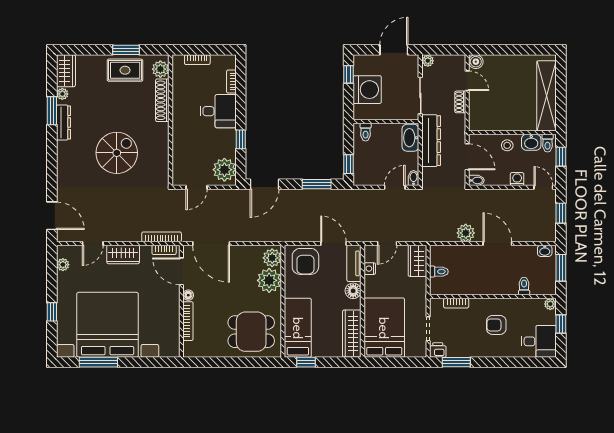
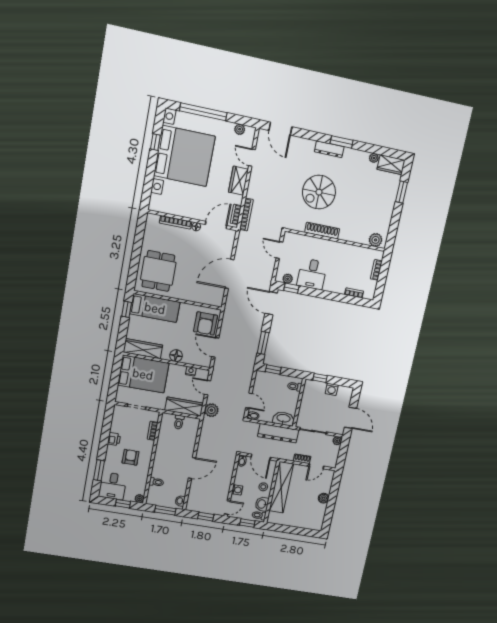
window: (126, 50) -> (401, 192), moved
boiler: (476, 62) -> (324, 498), moved
rug: (125, 70) -> (381, 212), removed
window: (348, 74) -> (320, 378), moved
washing machine: (367, 90) -> (332, 389), width x0.53, depth x0.53
shelving: (547, 96) -> (281, 487), moved, turned 90
shoe rack: (162, 100) -> (322, 231), moved
window: (52, 111) -> (342, 142), moved
desk: (218, 111) -> (312, 274), moved
dresser: (63, 123) -> (329, 149), moved
window: (241, 139) -> (291, 288), moved
spiral stairs: (117, 153) -> (319, 192), turned 90
door: (467, 157) -> (261, 457), hinge flipped
plant: (224, 170) -> (288, 279), width x0.53, depth x0.53
door: (52, 216) -> (280, 129), hinge flipped
plant: (466, 233) -> (211, 410), moved
door: (211, 243) -> (229, 274), moved
door: (333, 243) -> (215, 347), swing flipped
plant: (272, 258) -> (213, 298), removed
armchair: (305, 261) -> (206, 323), turned -90
wardrobe: (417, 261) -> (184, 407), width x1.50
tv unit: (354, 263) -> (197, 360), removed
plant: (269, 280) -> (196, 293), removed
window: (52, 312) -> (203, 112), width x3.17
printer: (438, 350) -> (114, 439), moved
window: (98, 362) -> (155, 142), width x0.46
window: (456, 362) -> (99, 470), moved

